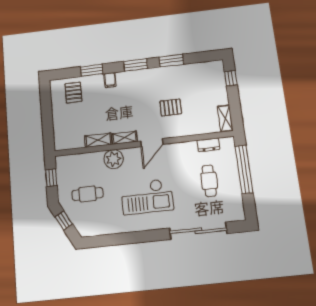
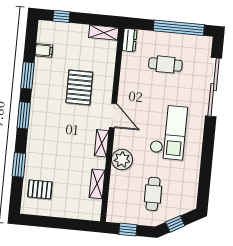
filing cabinet: (110, 80) -> (44, 50), moved
pallet: (171, 107) -> (79, 87), width x1.50, depth x1.42
shelving: (98, 140) -> (97, 184), moved
dresser: (208, 145) -> (130, 40), moved
window: (244, 169) -> (179, 28), moved

